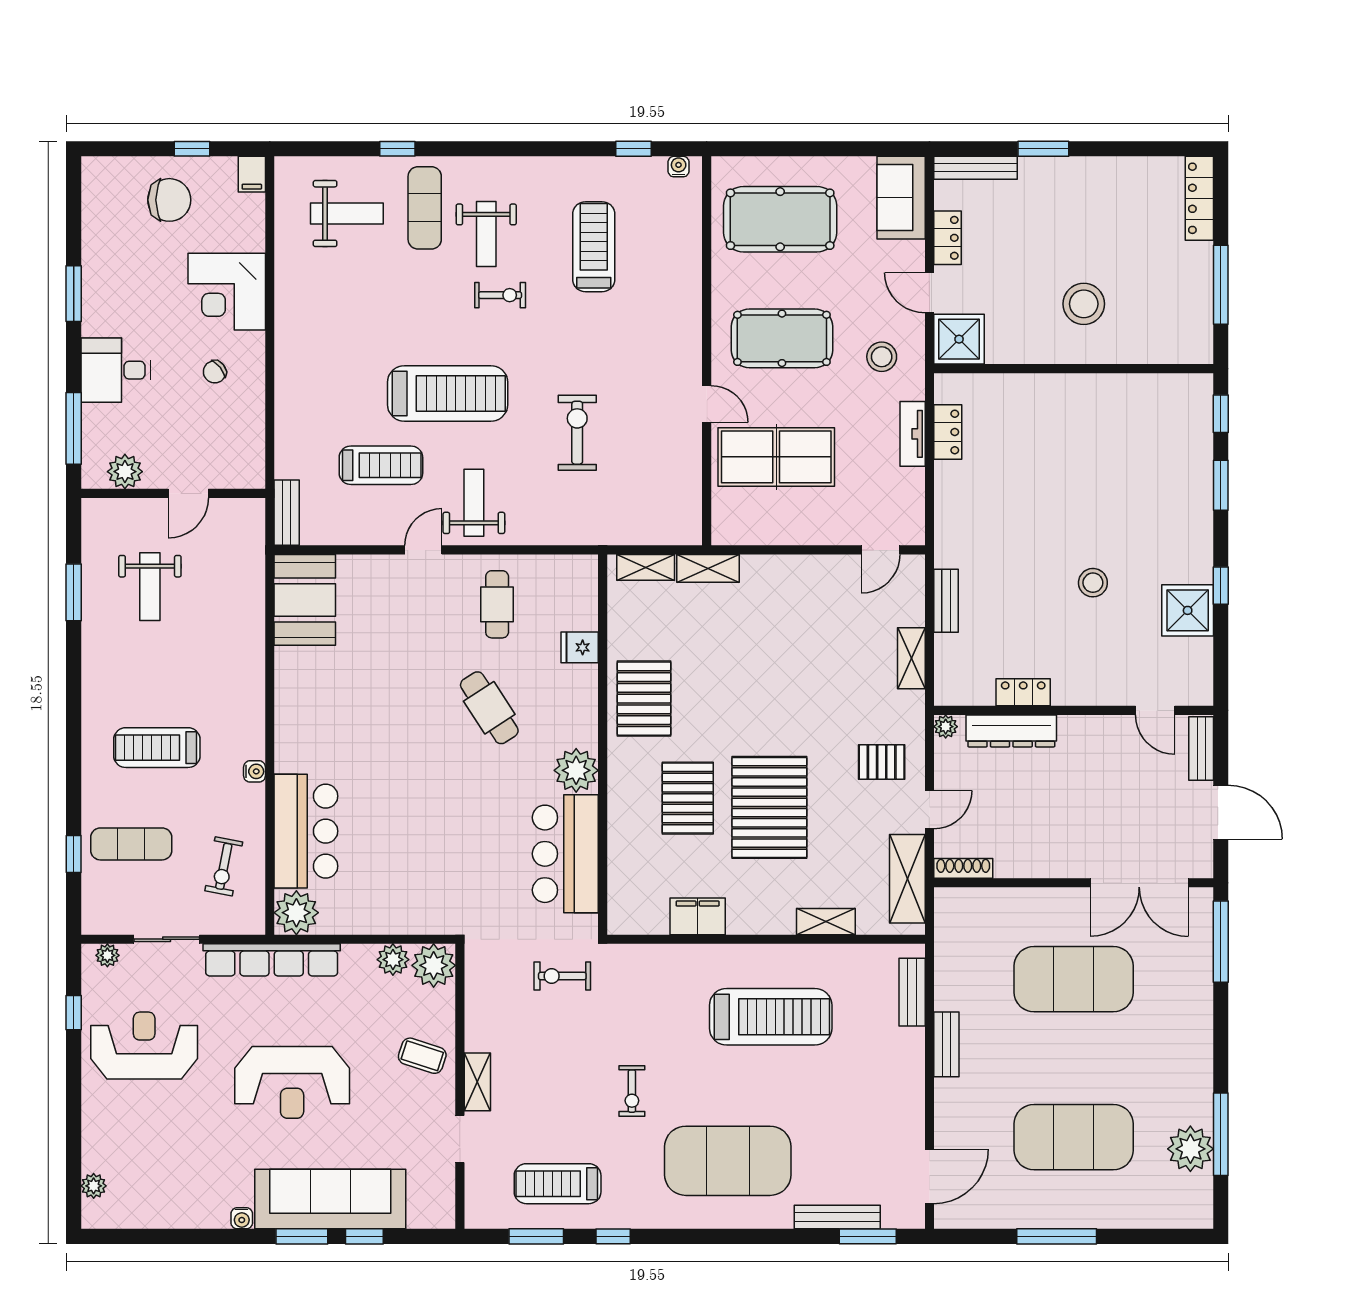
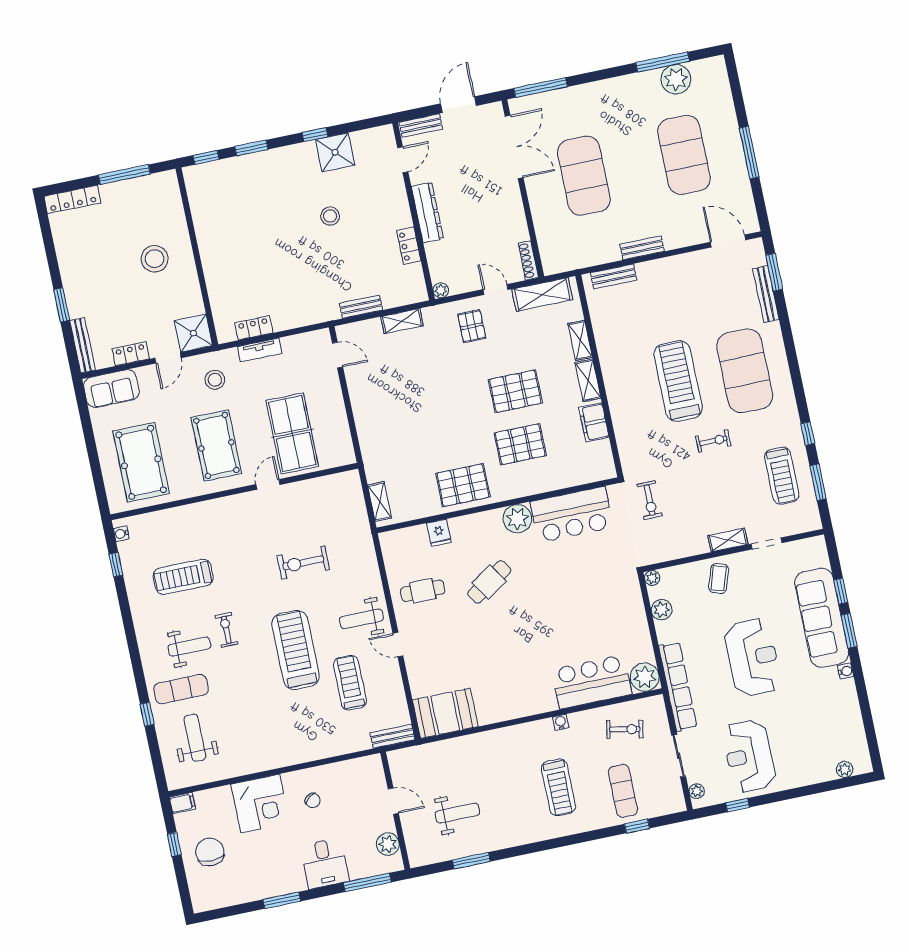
shelving: (708, 568) -> (588, 380), moved
dresser: (1011, 731) -> (427, 212), moved
pallet: (769, 807) -> (515, 391), width x0.73, depth x0.71
plant: (434, 965) -> (652, 578), width x0.53, depth x0.53
treadmill: (771, 1017) -> (678, 381), moved

